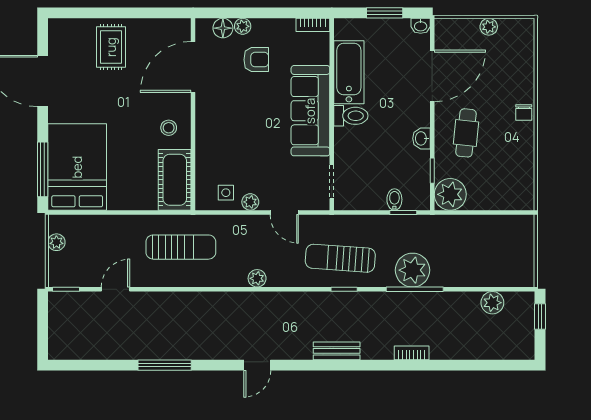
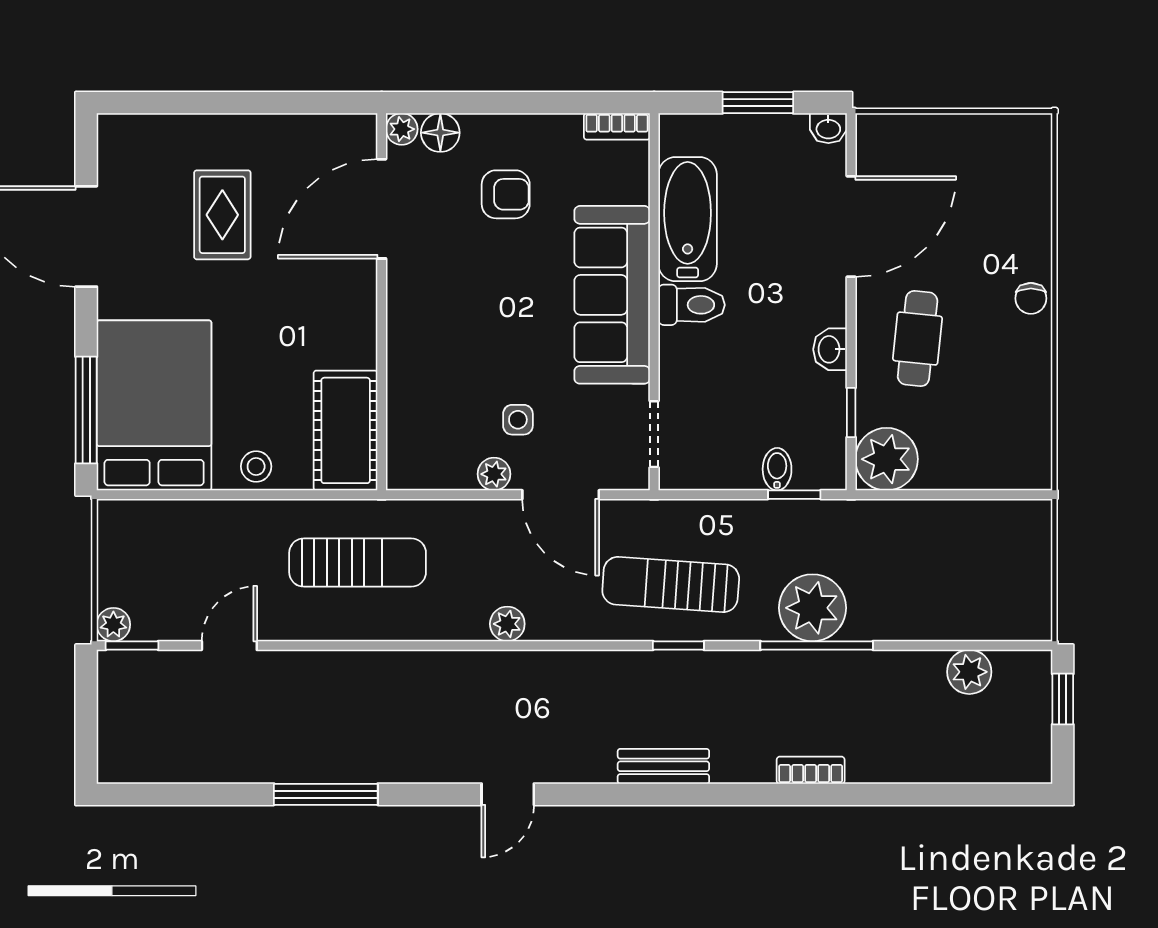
plant: (243, 26) -> (402, 129), moved
plant: (489, 27) -> (962, 130), removed
rug: (111, 47) -> (222, 215), moved
stool: (169, 128) -> (256, 466), moved
side table: (226, 193) -> (518, 420), moved
door: (284, 212) -> (561, 495), width x1.38
plant: (56, 242) -> (113, 625), moved

